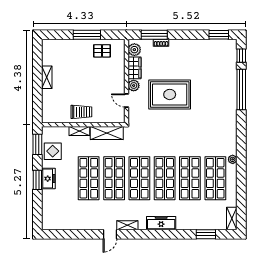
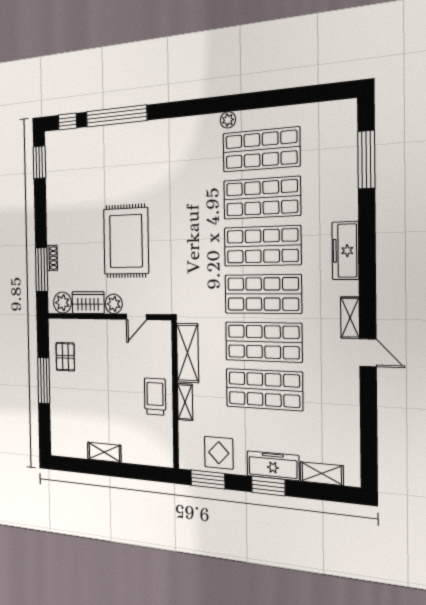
freezer: (48, 179) -> (273, 466), width x1.40
shelving: (232, 219) -> (322, 474), moved
window: (206, 234) -> (366, 160), width x1.44

